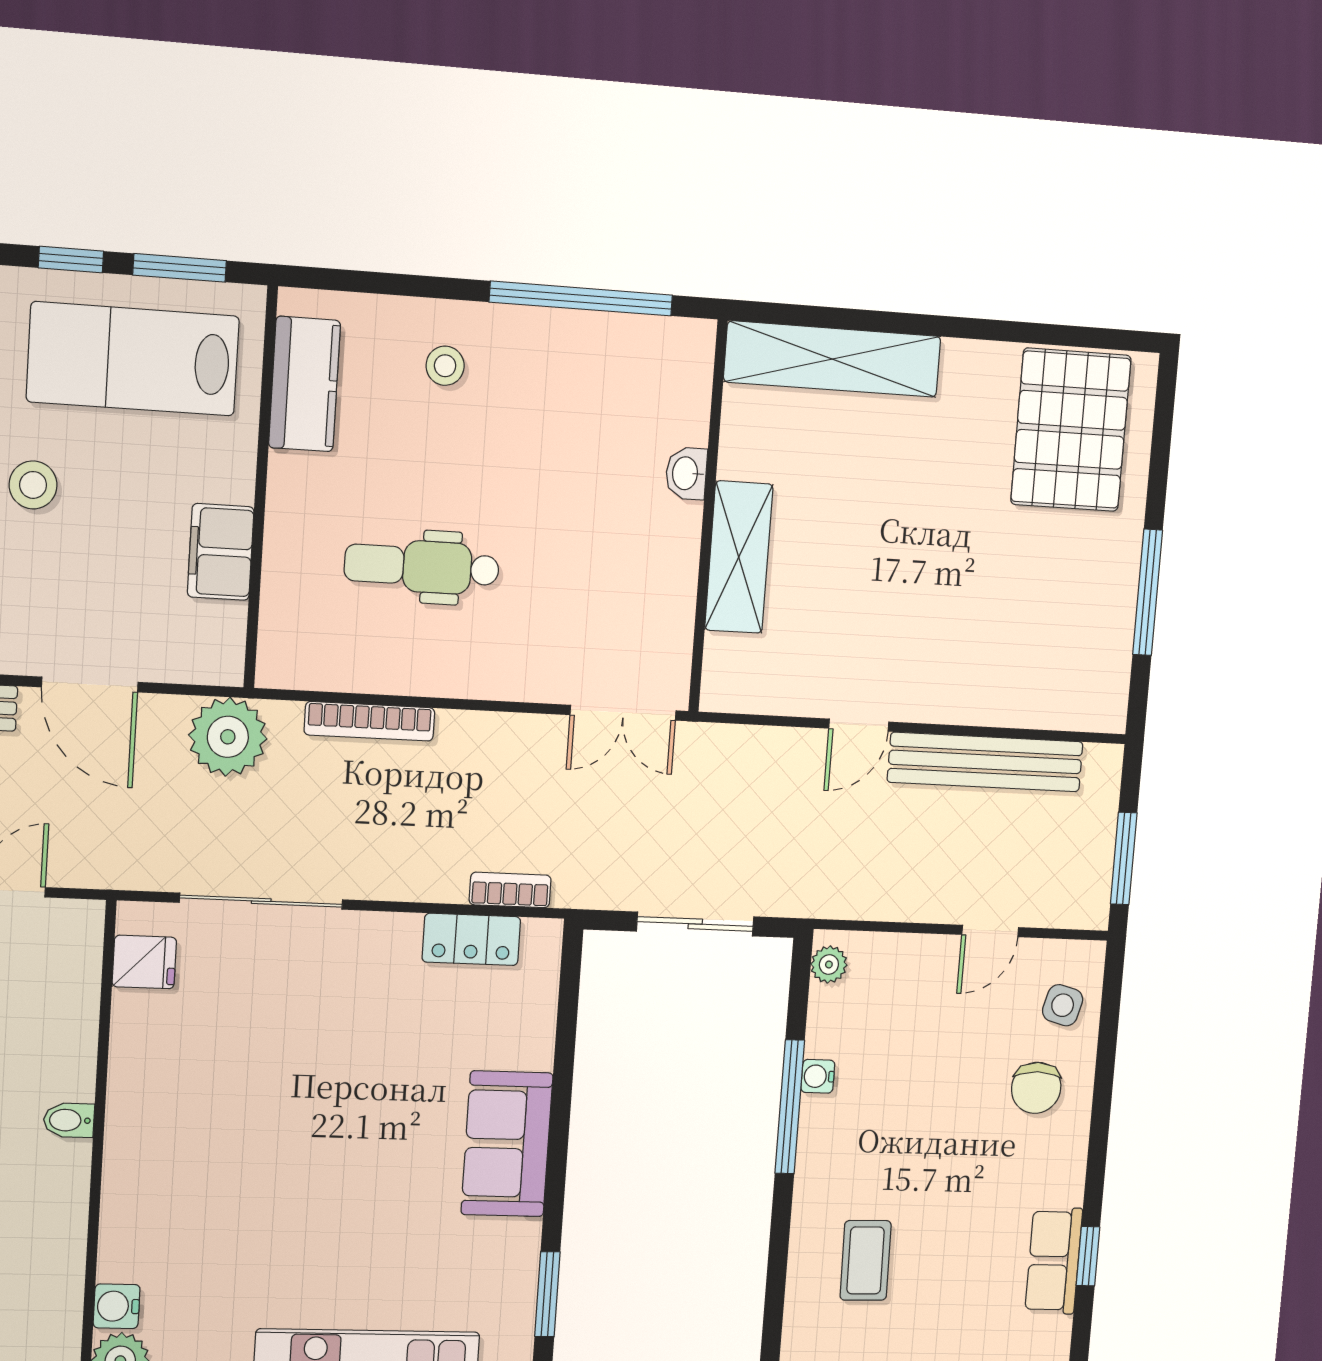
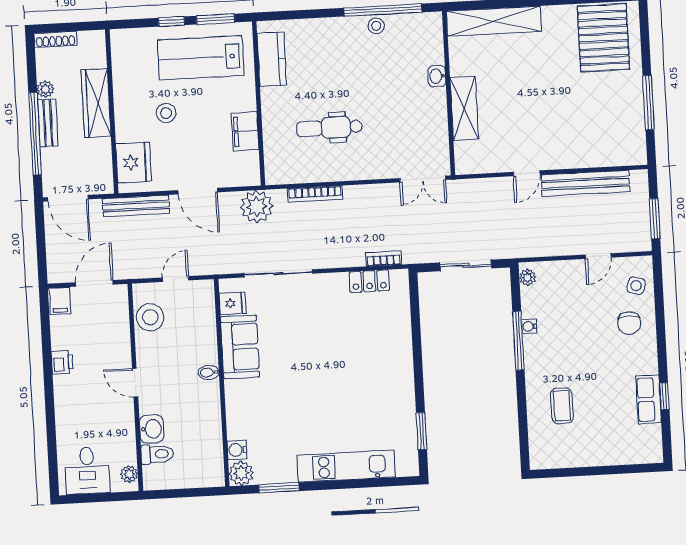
stool: (445, 366) -> (376, 26), moved
sofa: (507, 1144) -> (240, 347), moved, turned 180

